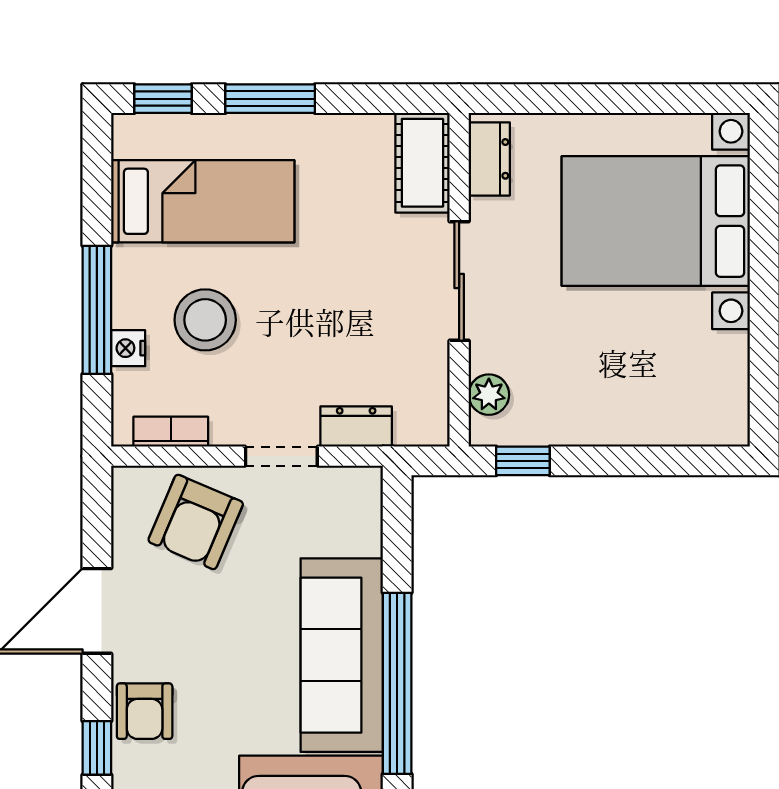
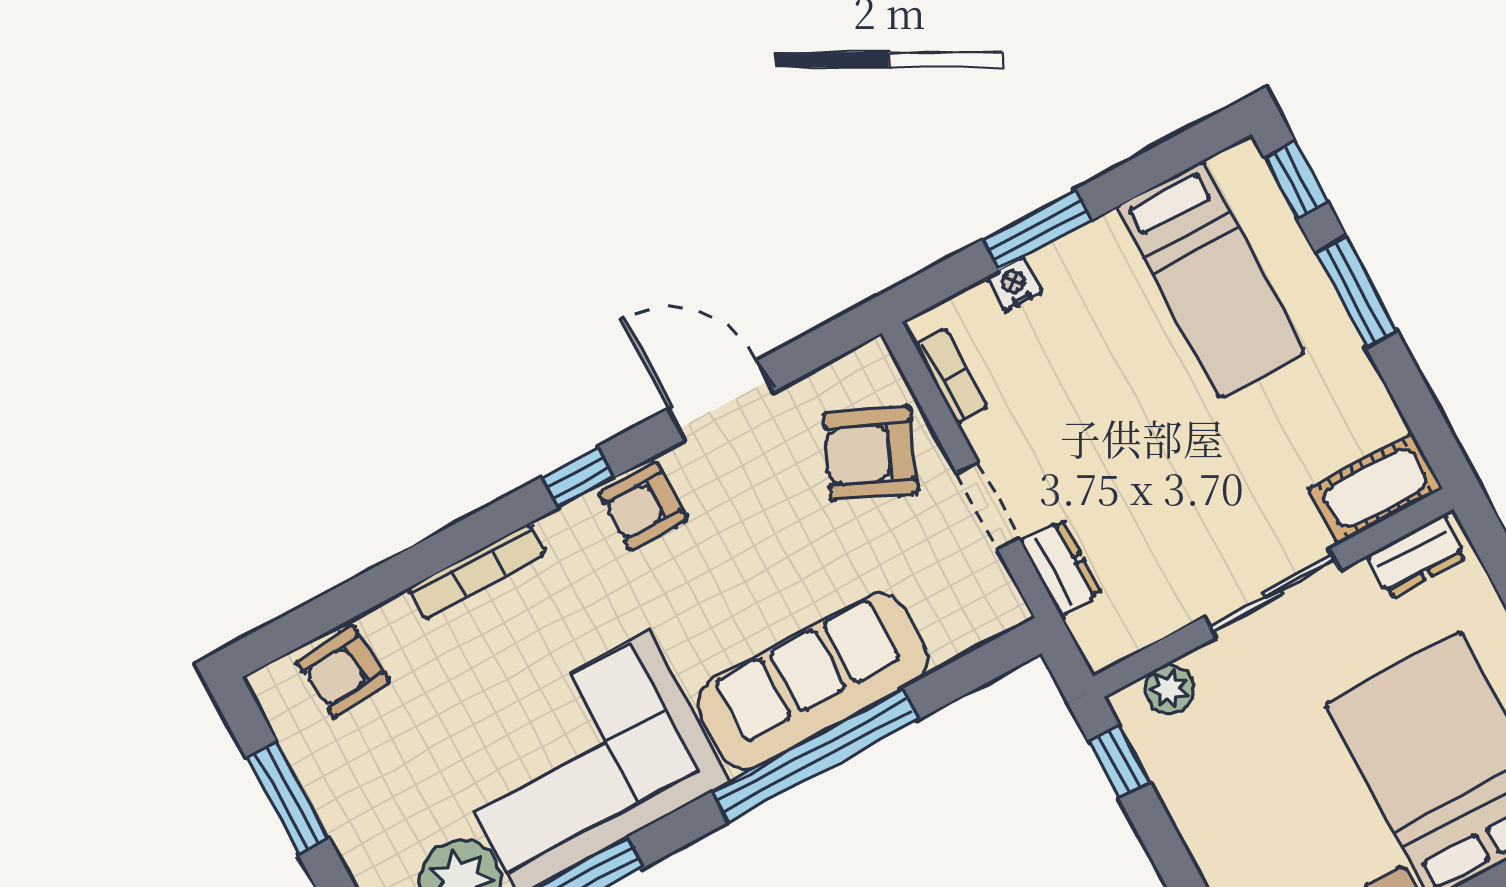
window: (97, 310) -> (1037, 230), width x0.69
stool: (205, 320) -> (1088, 349), removed

